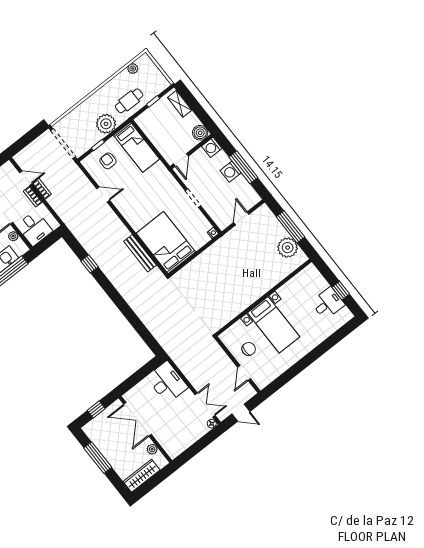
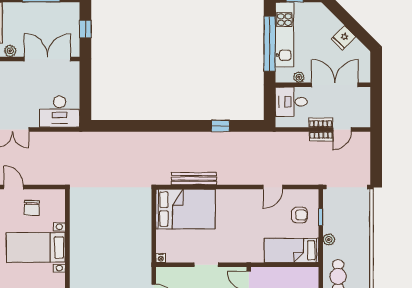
plant: (106, 124) -> (329, 239), width x0.53, depth x0.53

